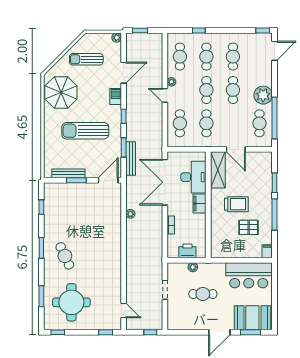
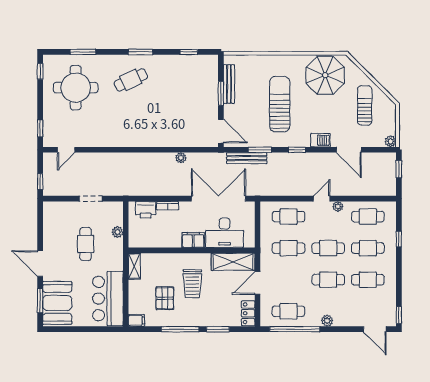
plant: (263, 95) -> (327, 321), width x0.53, depth x0.53
locker: (261, 157) -> (248, 313), added
printer: (187, 251) -> (146, 210), moved, turned 90
shelving: (222, 253) -> (134, 266), added

